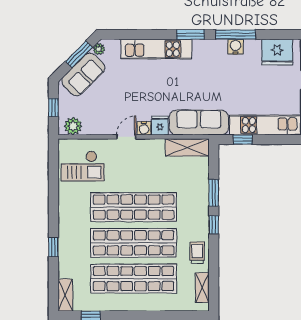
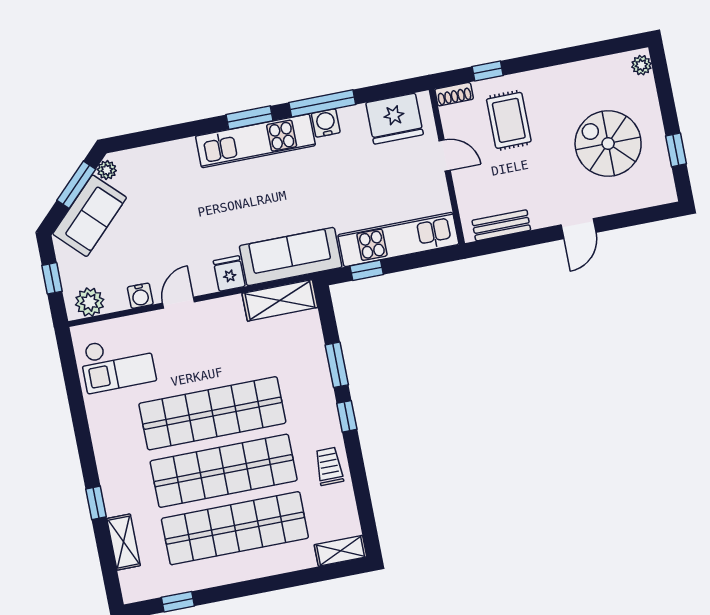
kitchen unit: (157, 49) -> (255, 141), moved
water cooler: (144, 128) -> (140, 296), moved
shelving: (202, 288) -> (340, 551), moved, turned 90
shelving: (65, 295) -> (124, 542), moved

